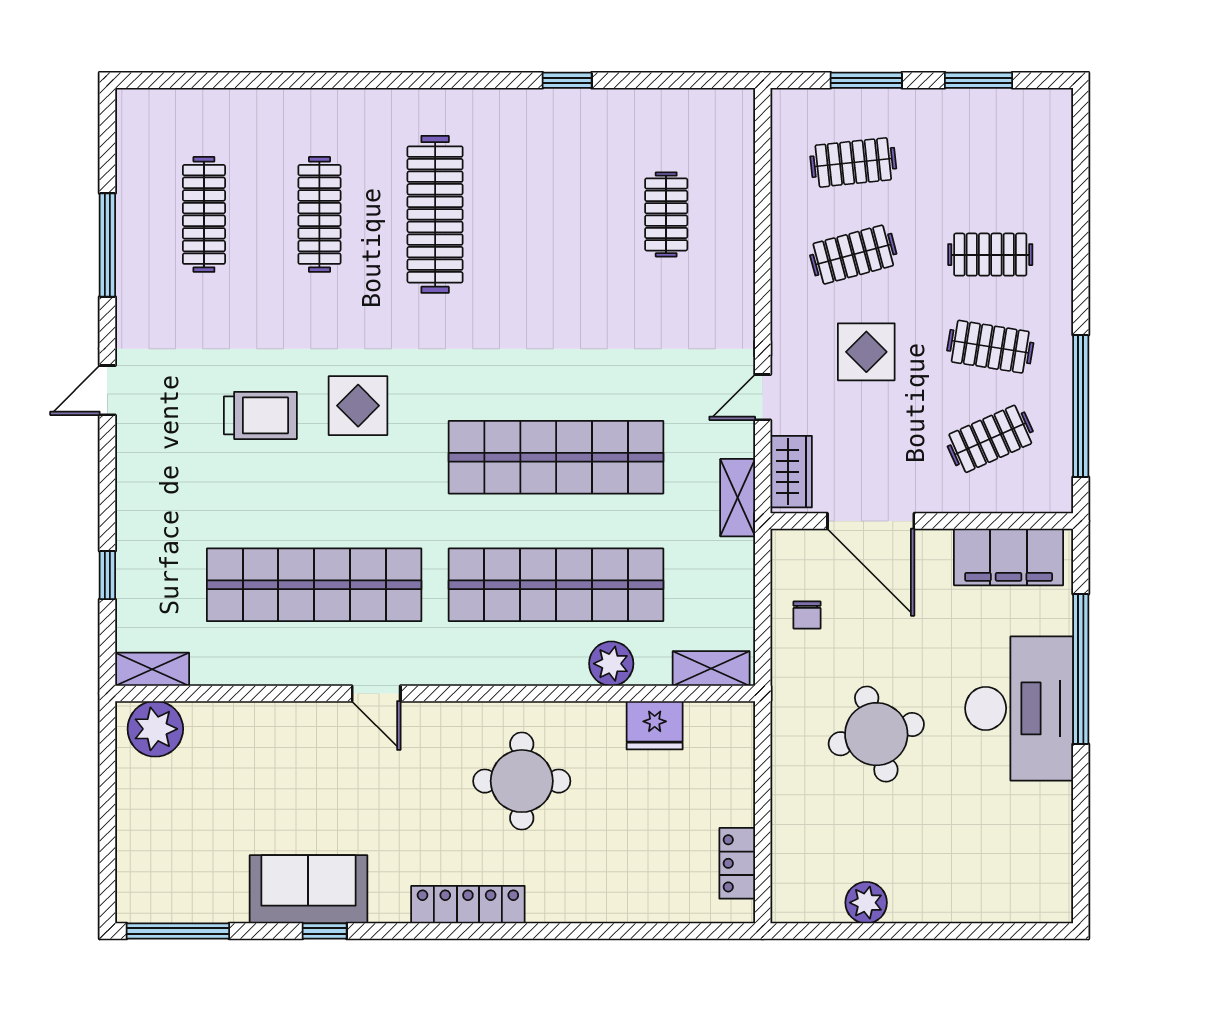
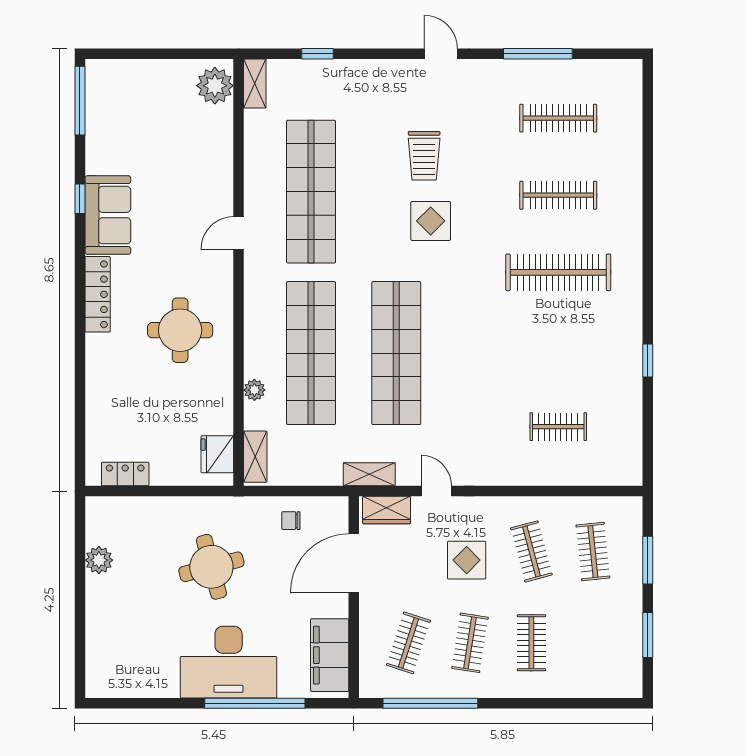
clothes rail: (990, 439) -> (408, 643), turned 42
plant: (611, 664) -> (254, 390), width x0.73, depth x0.73
fridge: (655, 725) -> (217, 454), moved
sofa: (308, 889) -> (108, 215), moved

